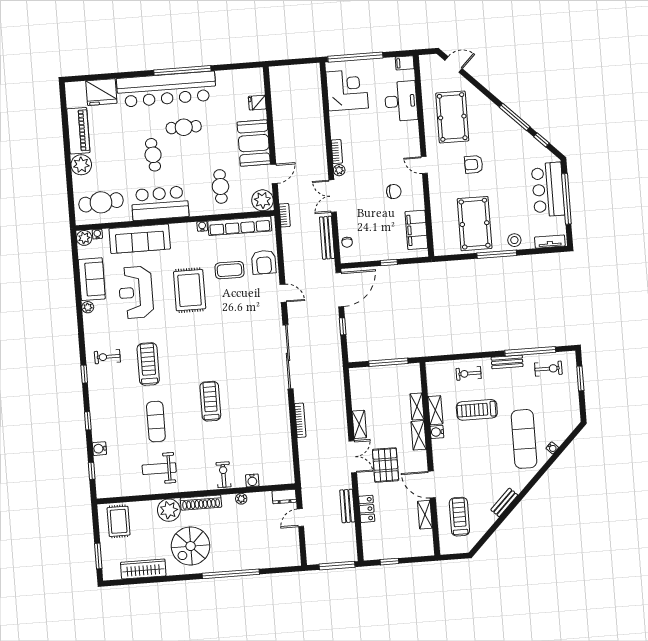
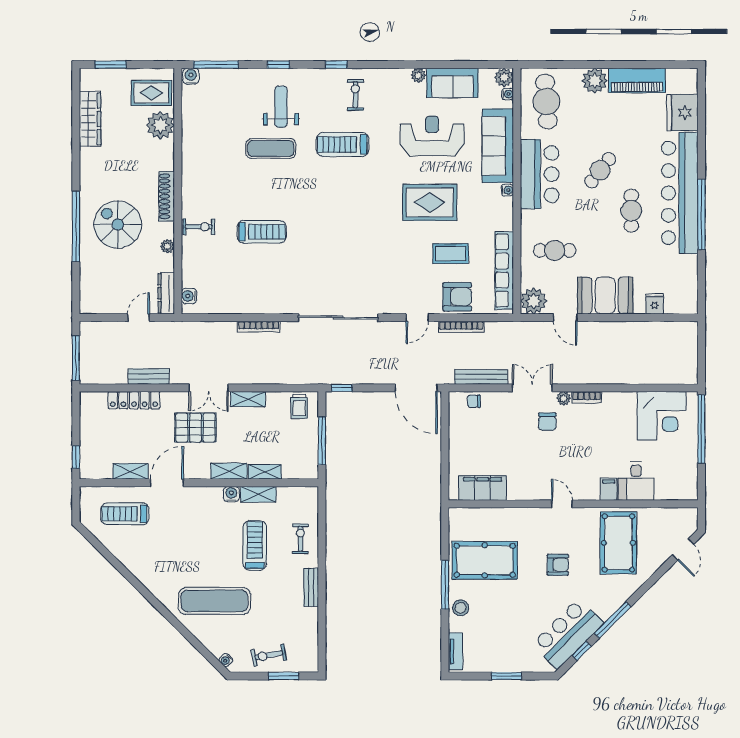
filing cabinet: (405, 63) -> (609, 489), moved
desk: (401, 101) -> (636, 481), width x0.73
pool table: (452, 117) -> (618, 543), turned 90
cafe table: (153, 155) -> (600, 170), turned -47
armchair: (474, 164) -> (558, 565), turned 90
door: (424, 165) -> (562, 504), hinge flipped
bar counter: (548, 190) -> (568, 634), moved, turned -45
chair: (394, 191) -> (547, 422), moved
window: (566, 199) -> (506, 676), width x0.47
bookcase: (285, 215) -> (461, 327), moved, width x1.56
water cooler: (202, 226) -> (507, 190), moved
armchair: (264, 262) -> (457, 297), turned 180
window: (389, 262) -> (445, 451), removed
coffee table: (229, 270) -> (451, 254), turned 90
window: (343, 326) -> (342, 388), moved
window: (530, 351) -> (322, 617), removed
treadmill: (148, 364) -> (343, 144), turned 180
exercise bike: (548, 369) -> (269, 655), moved, turned 79
trolley: (362, 383) -> (299, 406), added
treadmill: (210, 401) -> (262, 232), moved
water cooler: (552, 448) -> (226, 660), moved
water cooler: (99, 449) -> (191, 76), moved
weight bench: (159, 469) -> (281, 107), moved
window: (92, 471) -> (216, 65), width x2.17
water cooler: (252, 480) -> (189, 296), moved
dresser: (284, 497) -> (166, 293), width x1.44
bench: (504, 502) -> (138, 570), removed
locker: (367, 509) -> (134, 400), width x1.53
plant: (169, 510) -> (160, 125), moved
treadmill: (459, 517) -> (125, 514), turned 180
door: (300, 518) -> (139, 318), hinge flipped
spiral stairs: (191, 546) -> (118, 225), moved
window: (389, 562) -> (76, 457), moved

